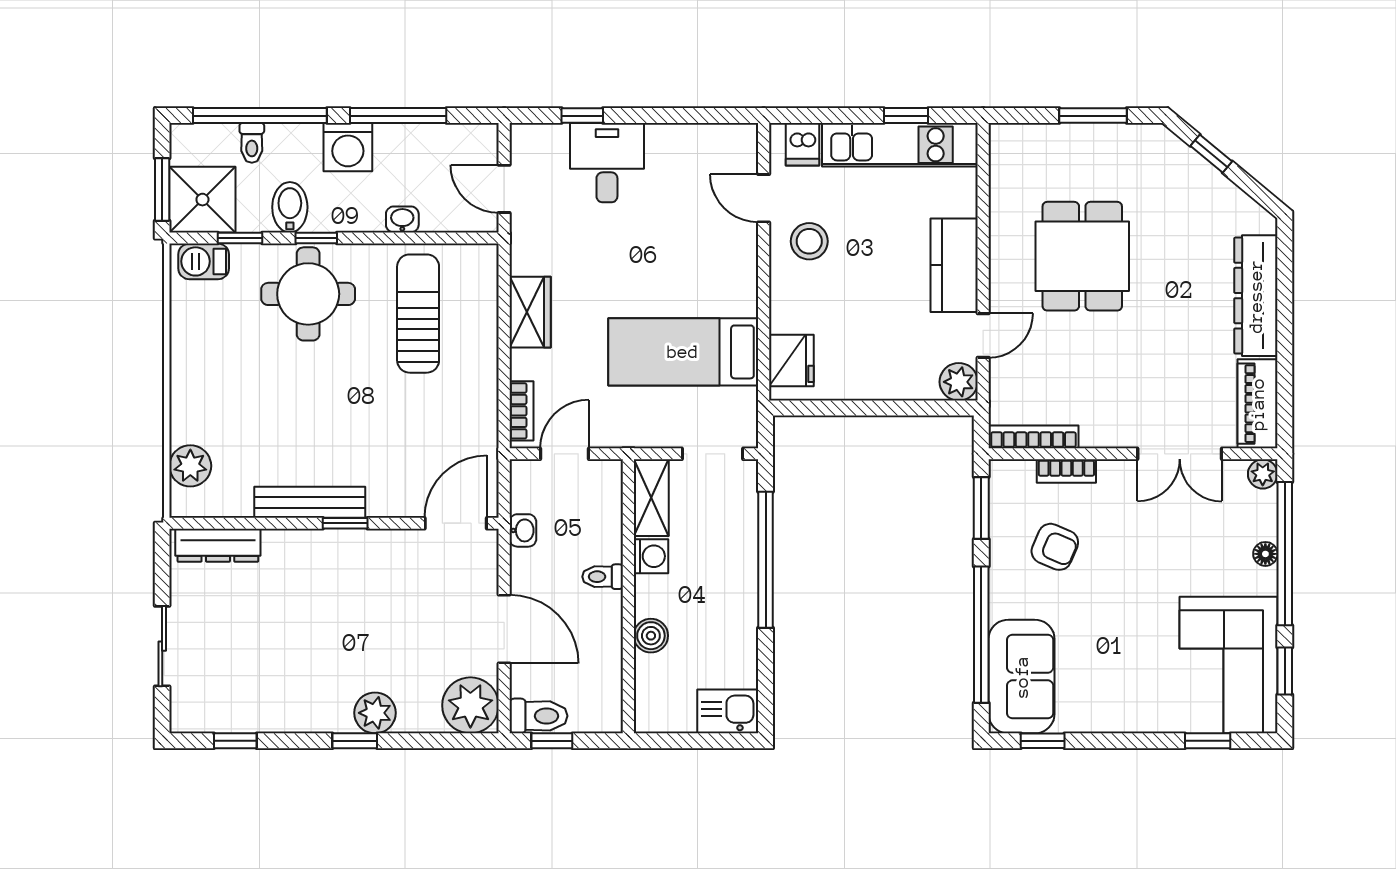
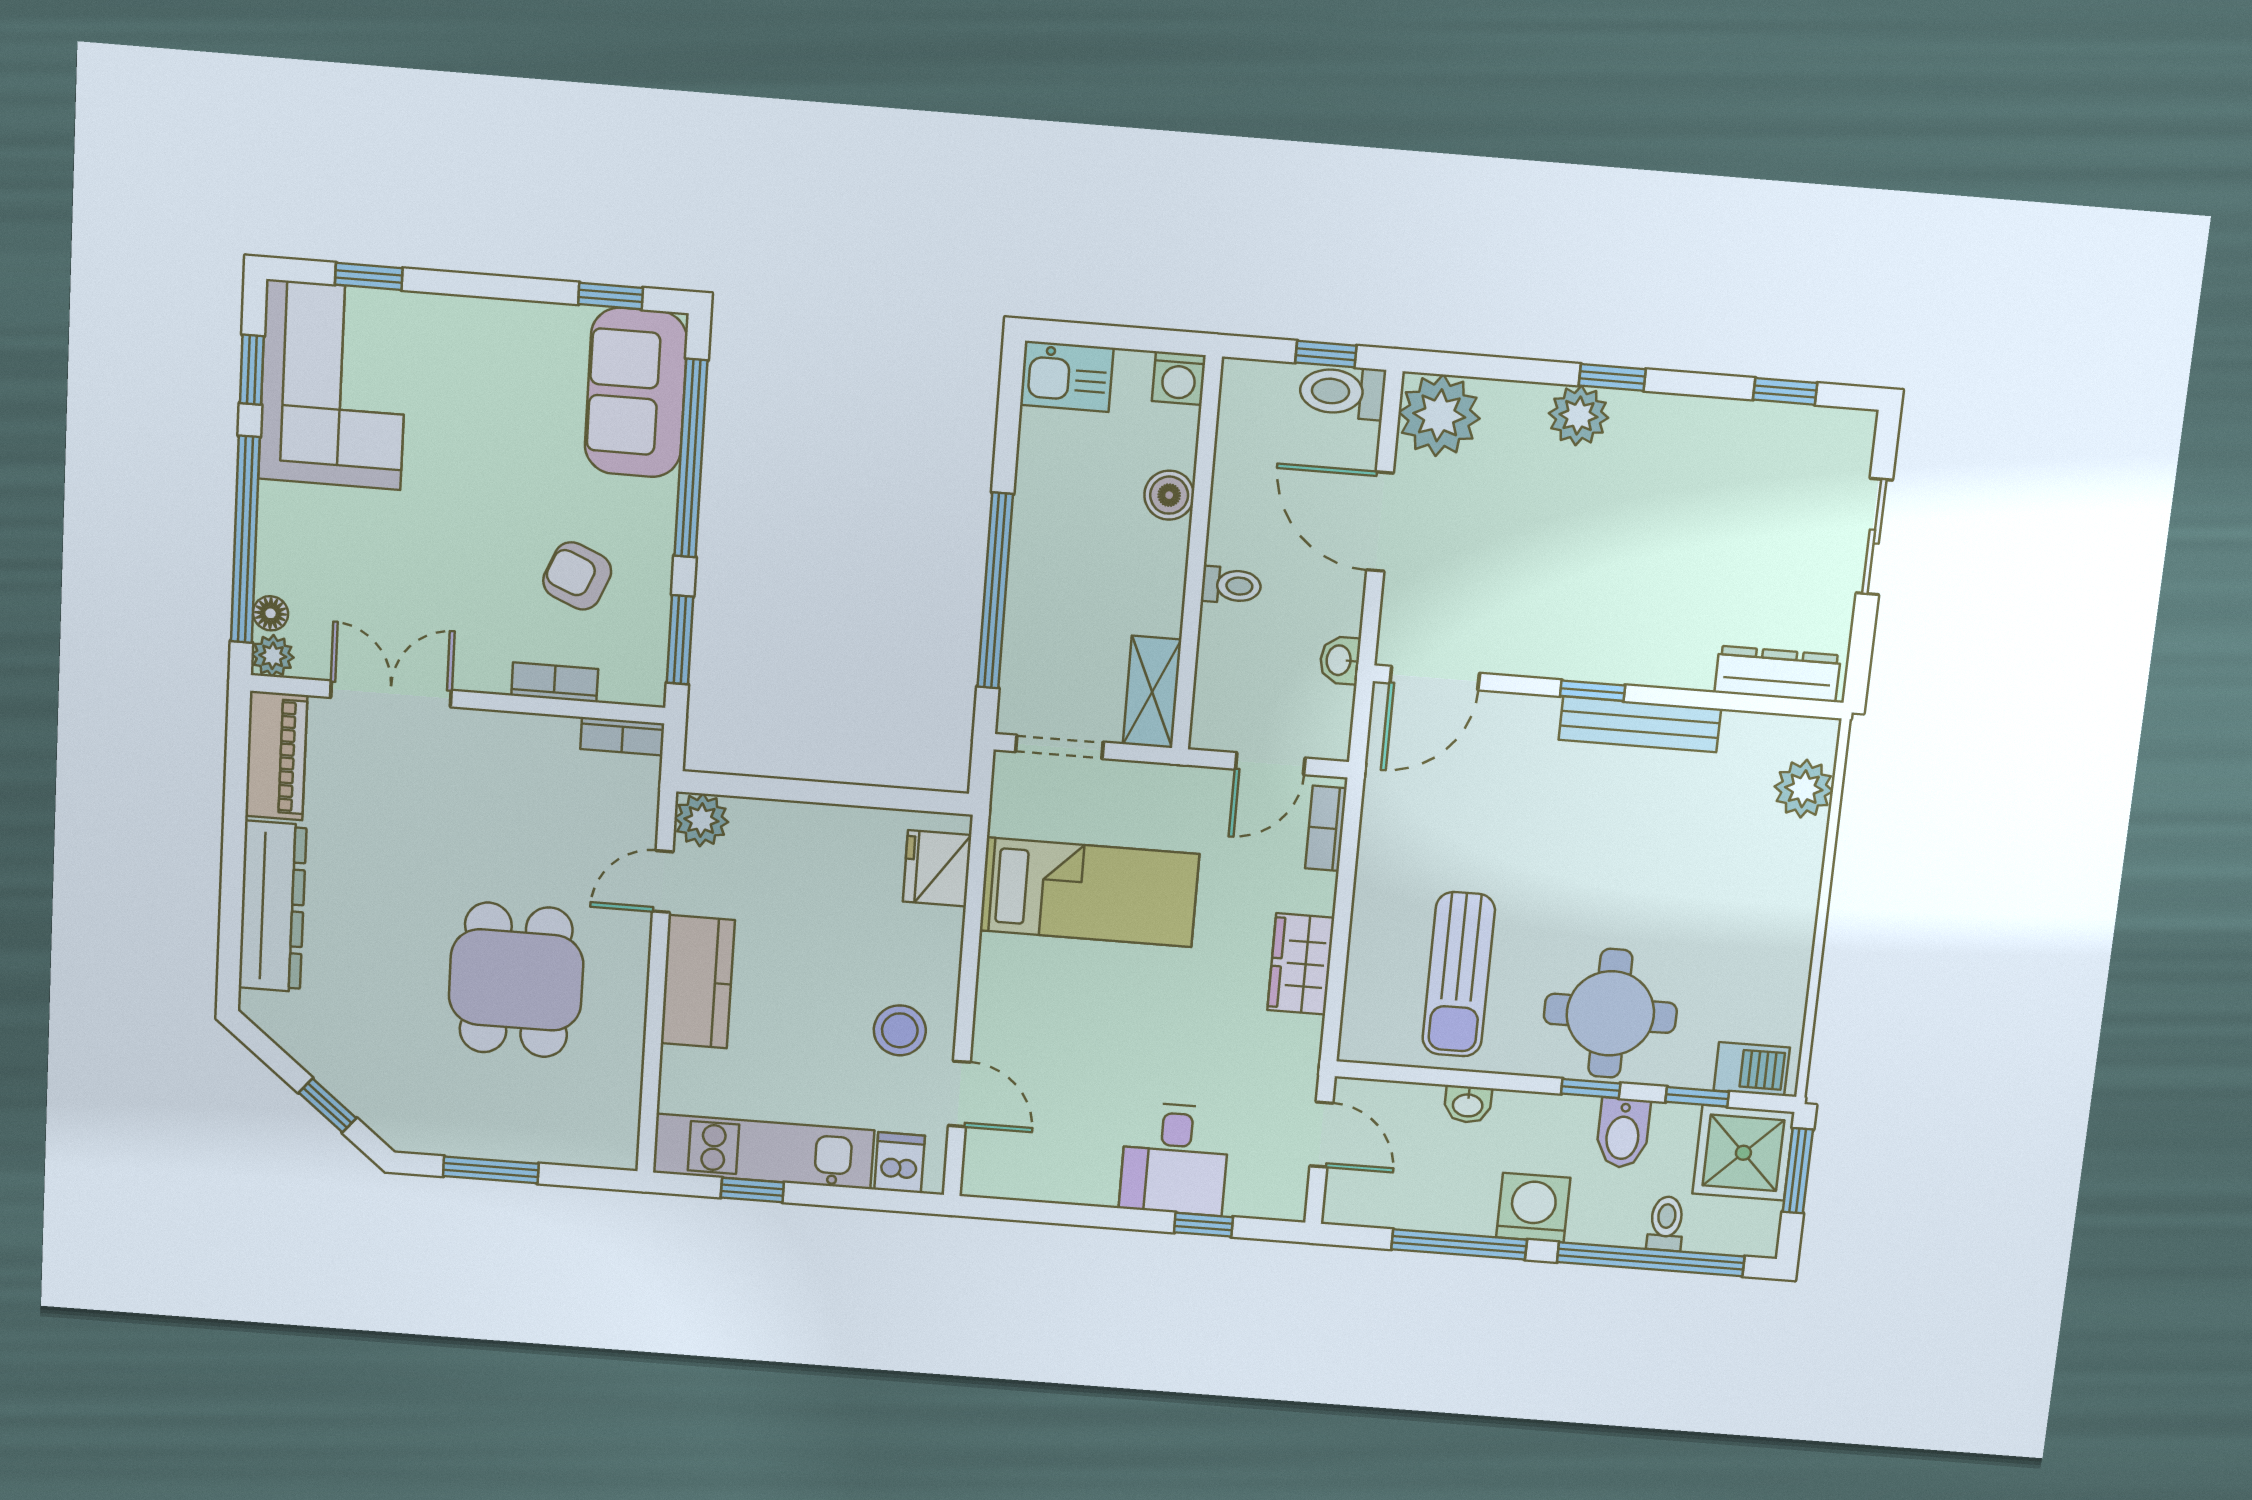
bookcase: (1033, 437) -> (622, 736), width x0.64
floor lamp: (1265, 554) -> (271, 613), moved
washing machine: (651, 556) -> (1179, 378), moved, turned -90

